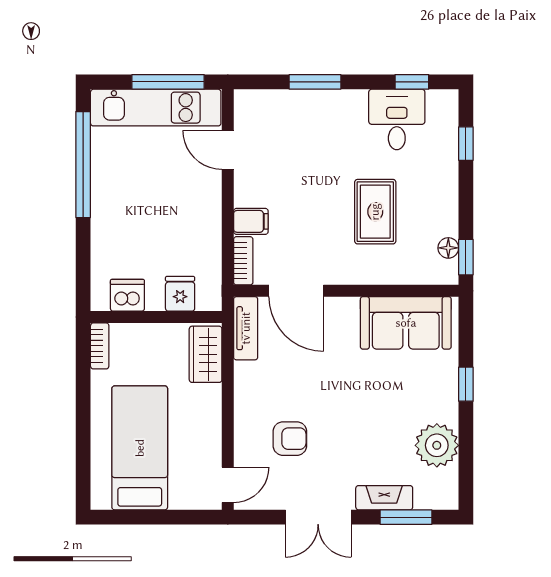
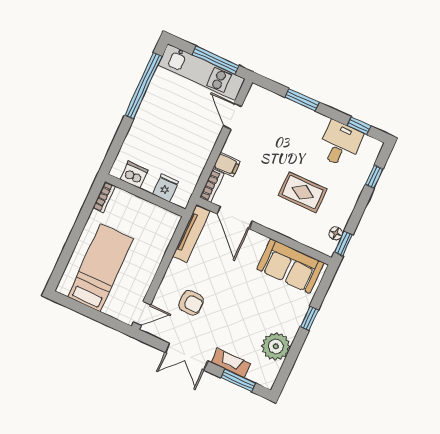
rug: (375, 212) -> (303, 192), turned 90
tv unit: (246, 328) -> (191, 234), width x1.41
wardrobe: (206, 354) -> (164, 231), removed

